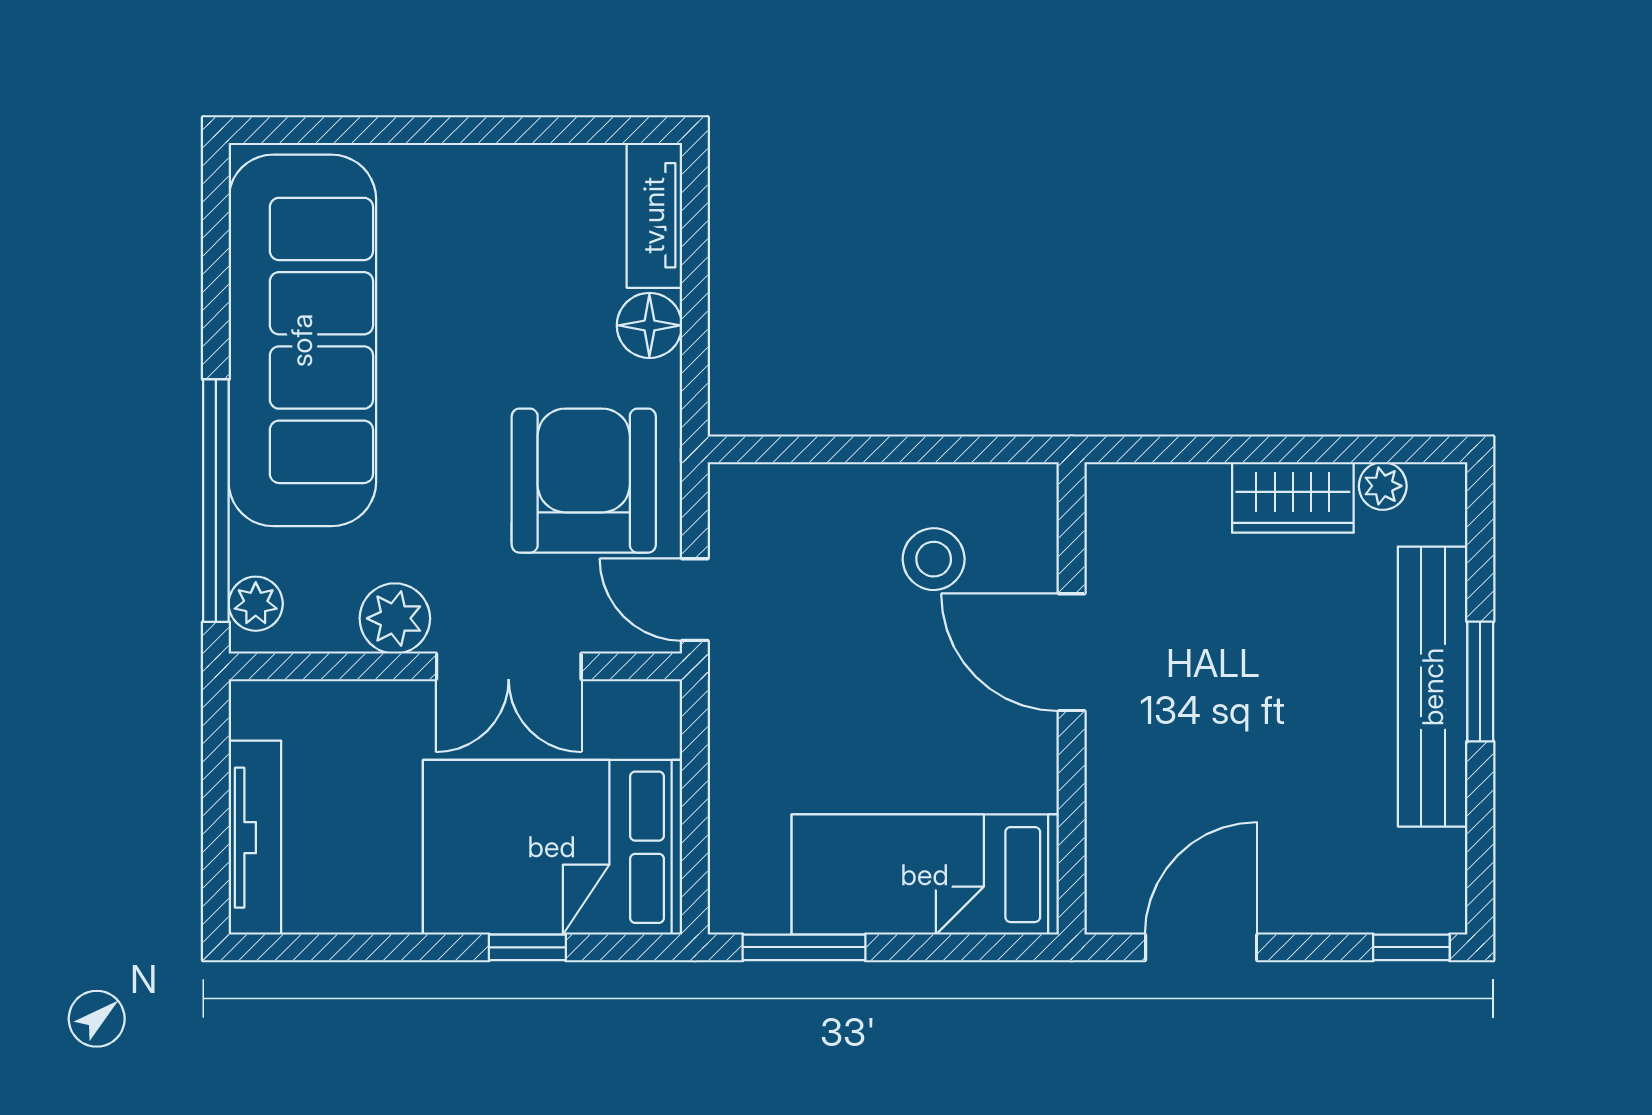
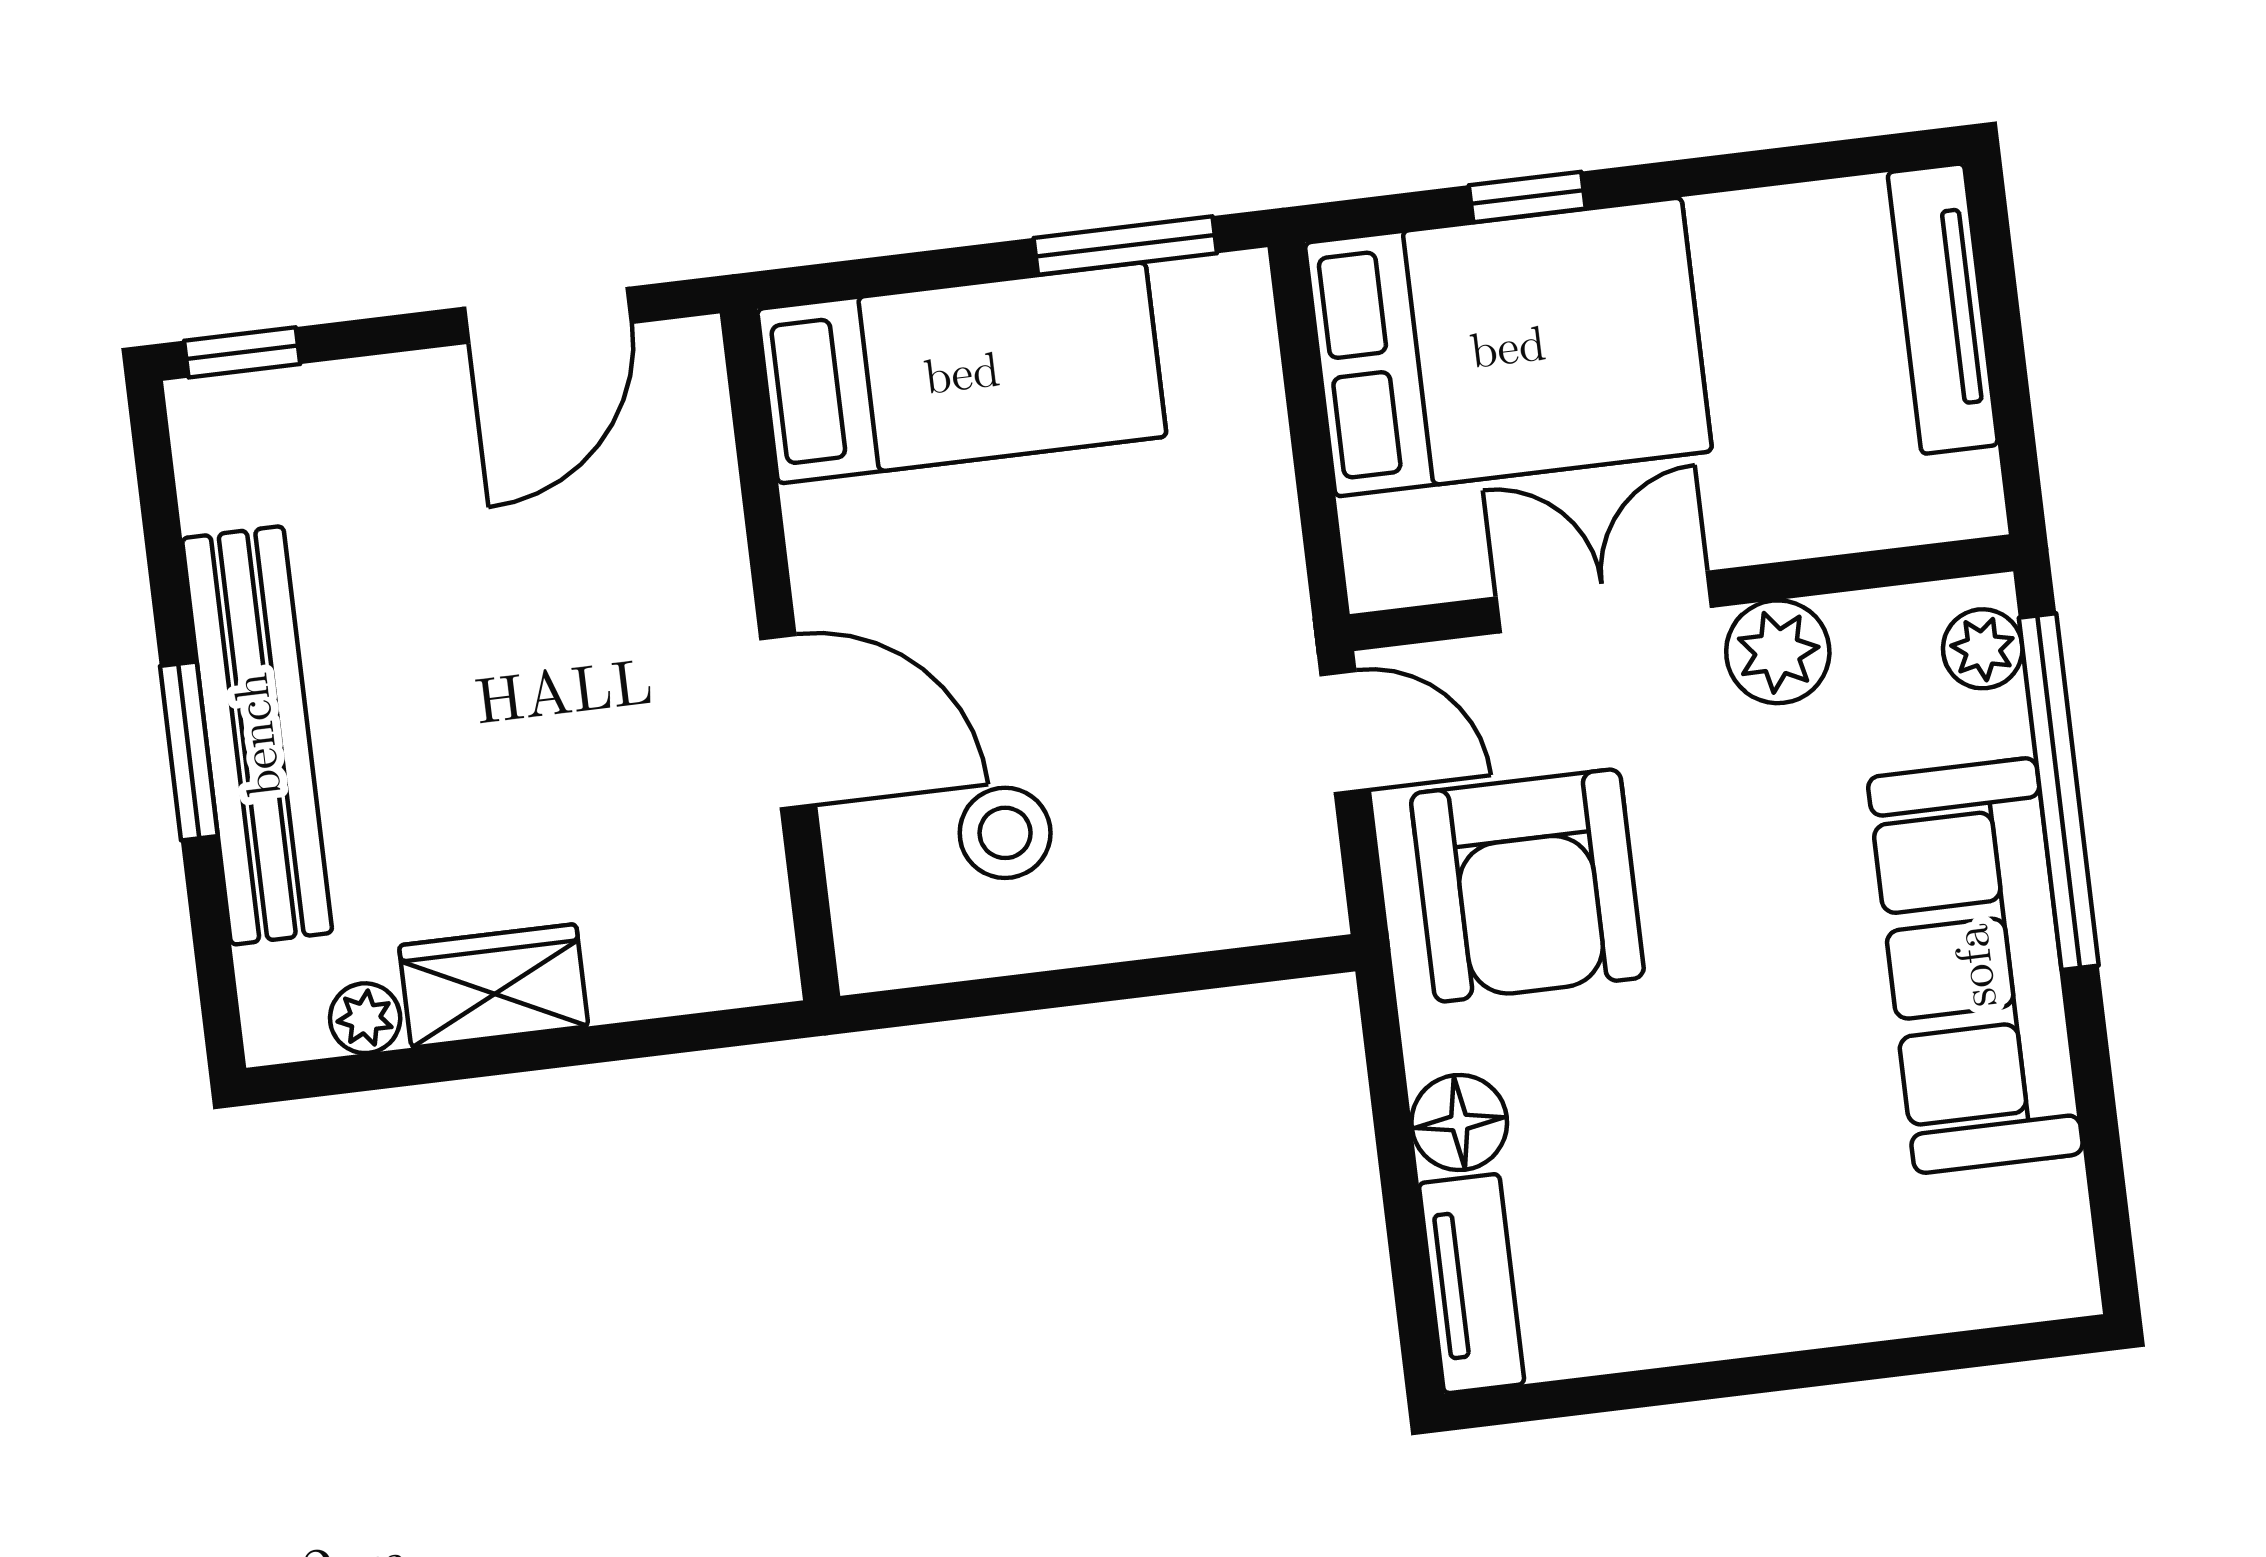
sofa: (302, 340) -> (1975, 966), width x0.74, depth x0.79

